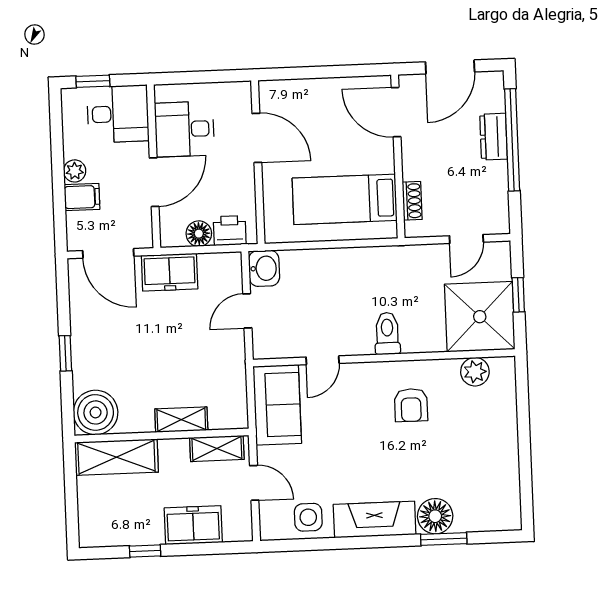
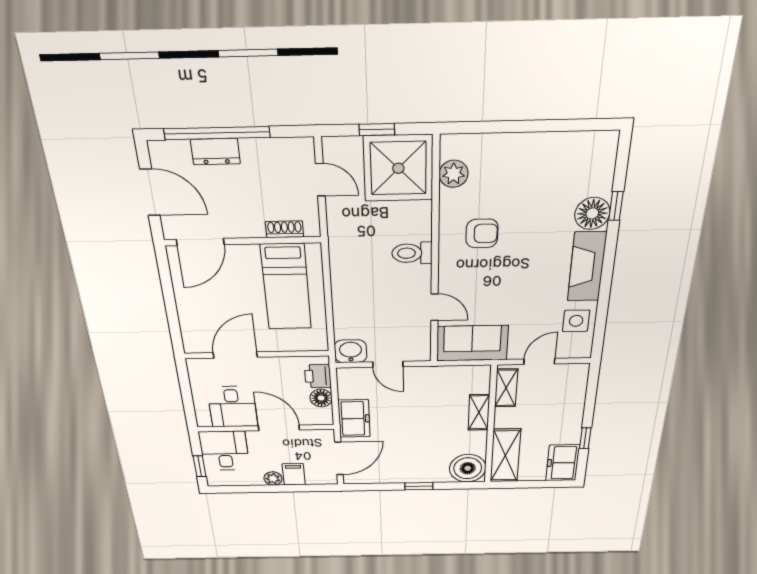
freezer: (193, 525) -> (563, 463), moved
window: (444, 539) -> (616, 206), width x0.67

